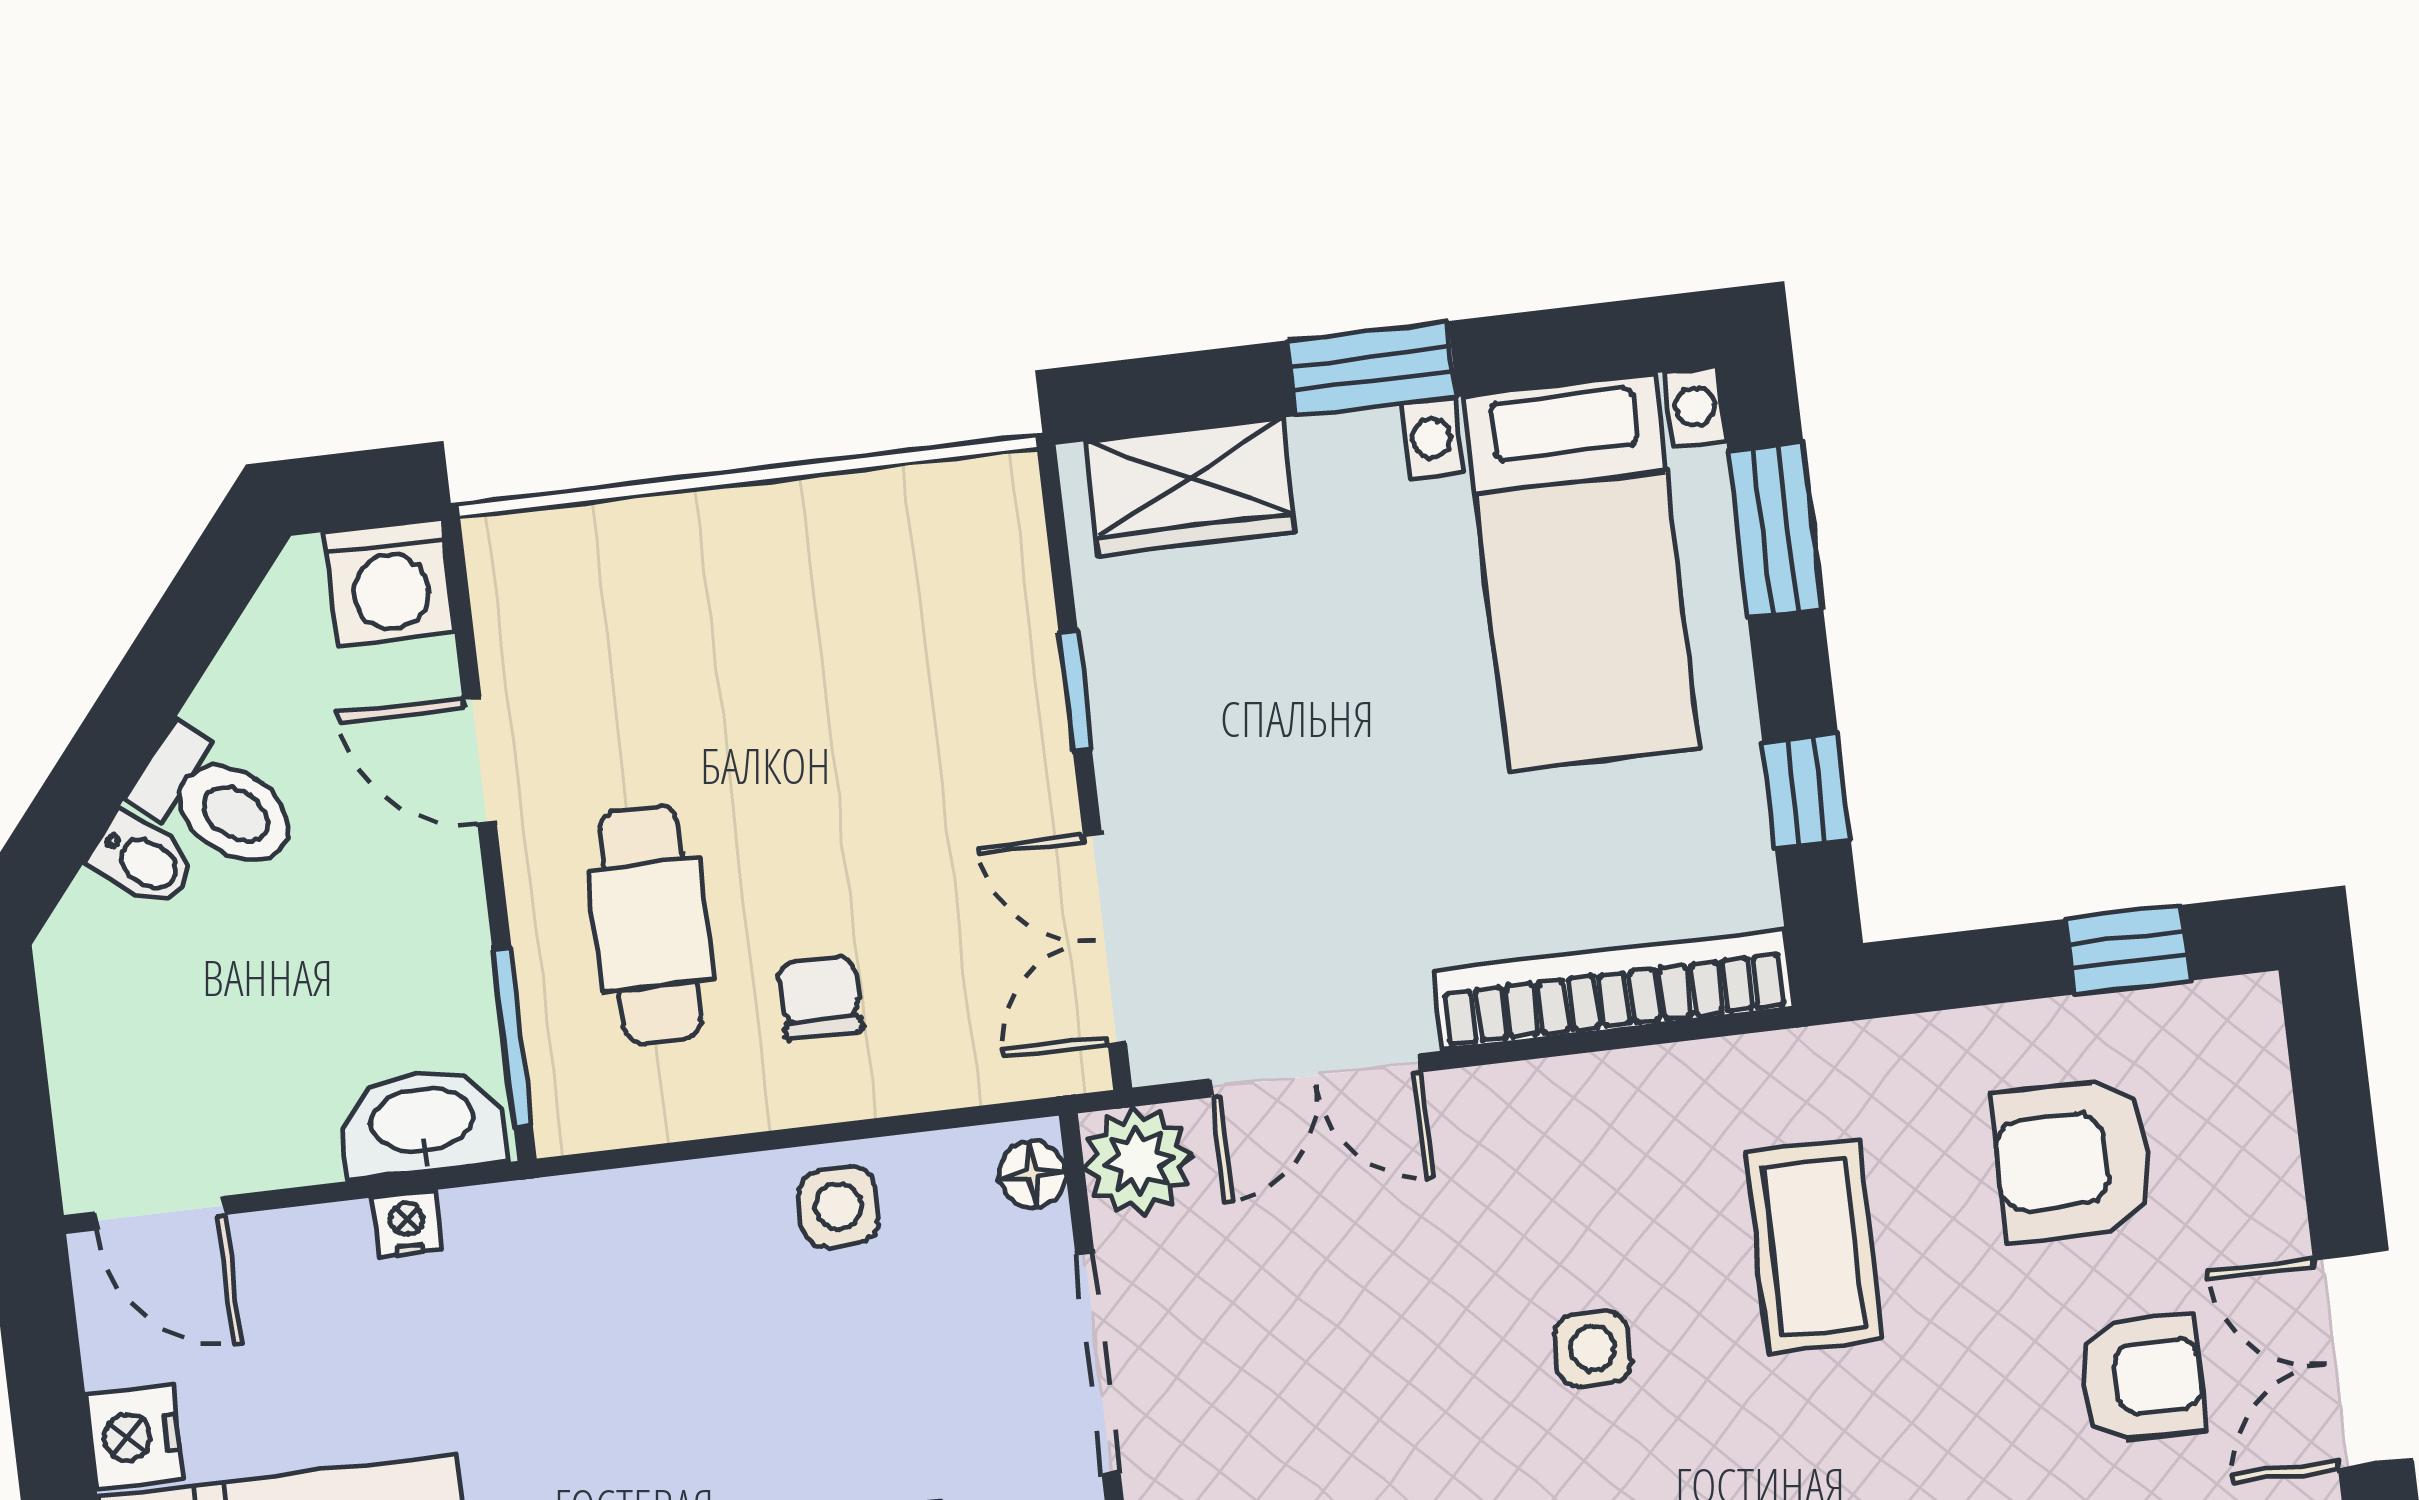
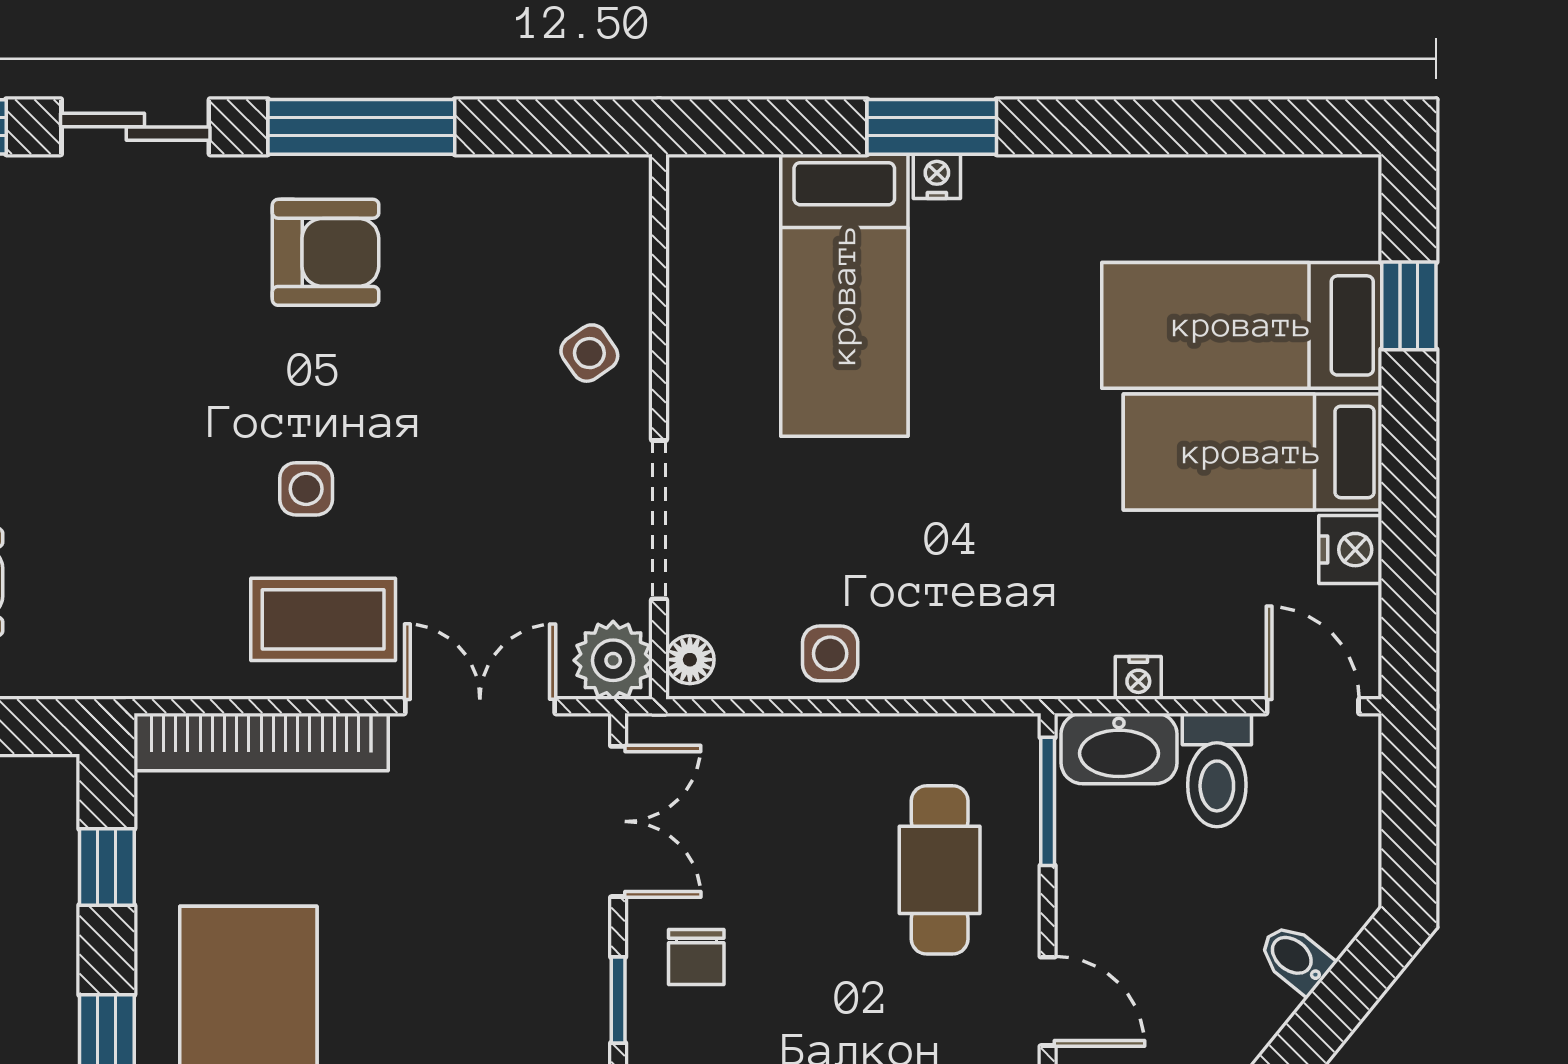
toilet: (216, 802) -> (1217, 770), moved, turned -129
chair: (819, 997) -> (696, 957), moved
coffee table: (1814, 1246) -> (323, 619), moved, turned 90

